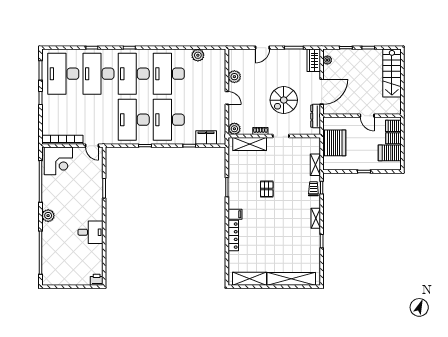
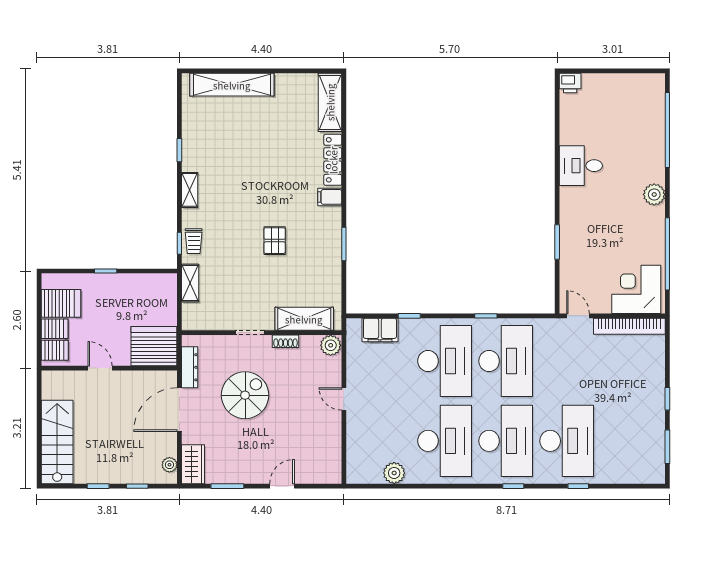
desk: (63, 74) -> (628, 441), removed
plant: (234, 77) -> (331, 436), removed
server rack: (334, 143) -> (154, 346), moved, turned 90
shelving: (249, 279) -> (330, 102), moved, turned 90

